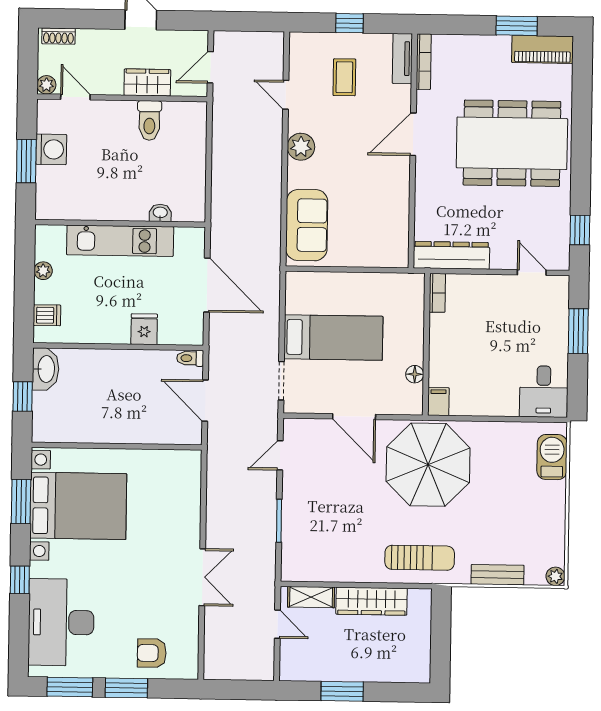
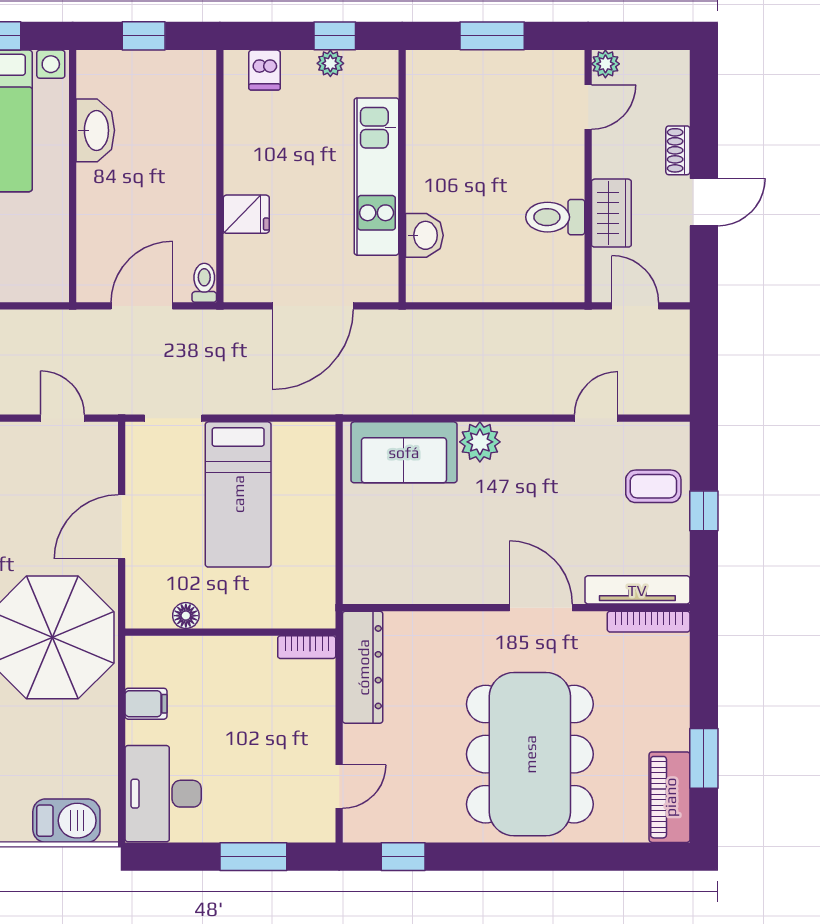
shoe rack: (58, 36) -> (678, 150), moved
tv unit: (402, 59) -> (637, 590), width x1.41
coffee table: (344, 77) -> (653, 486), moved
plant: (301, 147) -> (480, 442), moved
washing machine: (51, 149) -> (510, 72), removed
washbasin: (160, 213) -> (424, 235), width x1.38, depth x1.45
window: (25, 267) -> (335, 36), added
washbasin: (46, 369) -> (95, 130), moved, turned -90
desk: (544, 392) -> (163, 794), width x1.37
filing cabinet: (438, 402) -> (146, 704), moved

